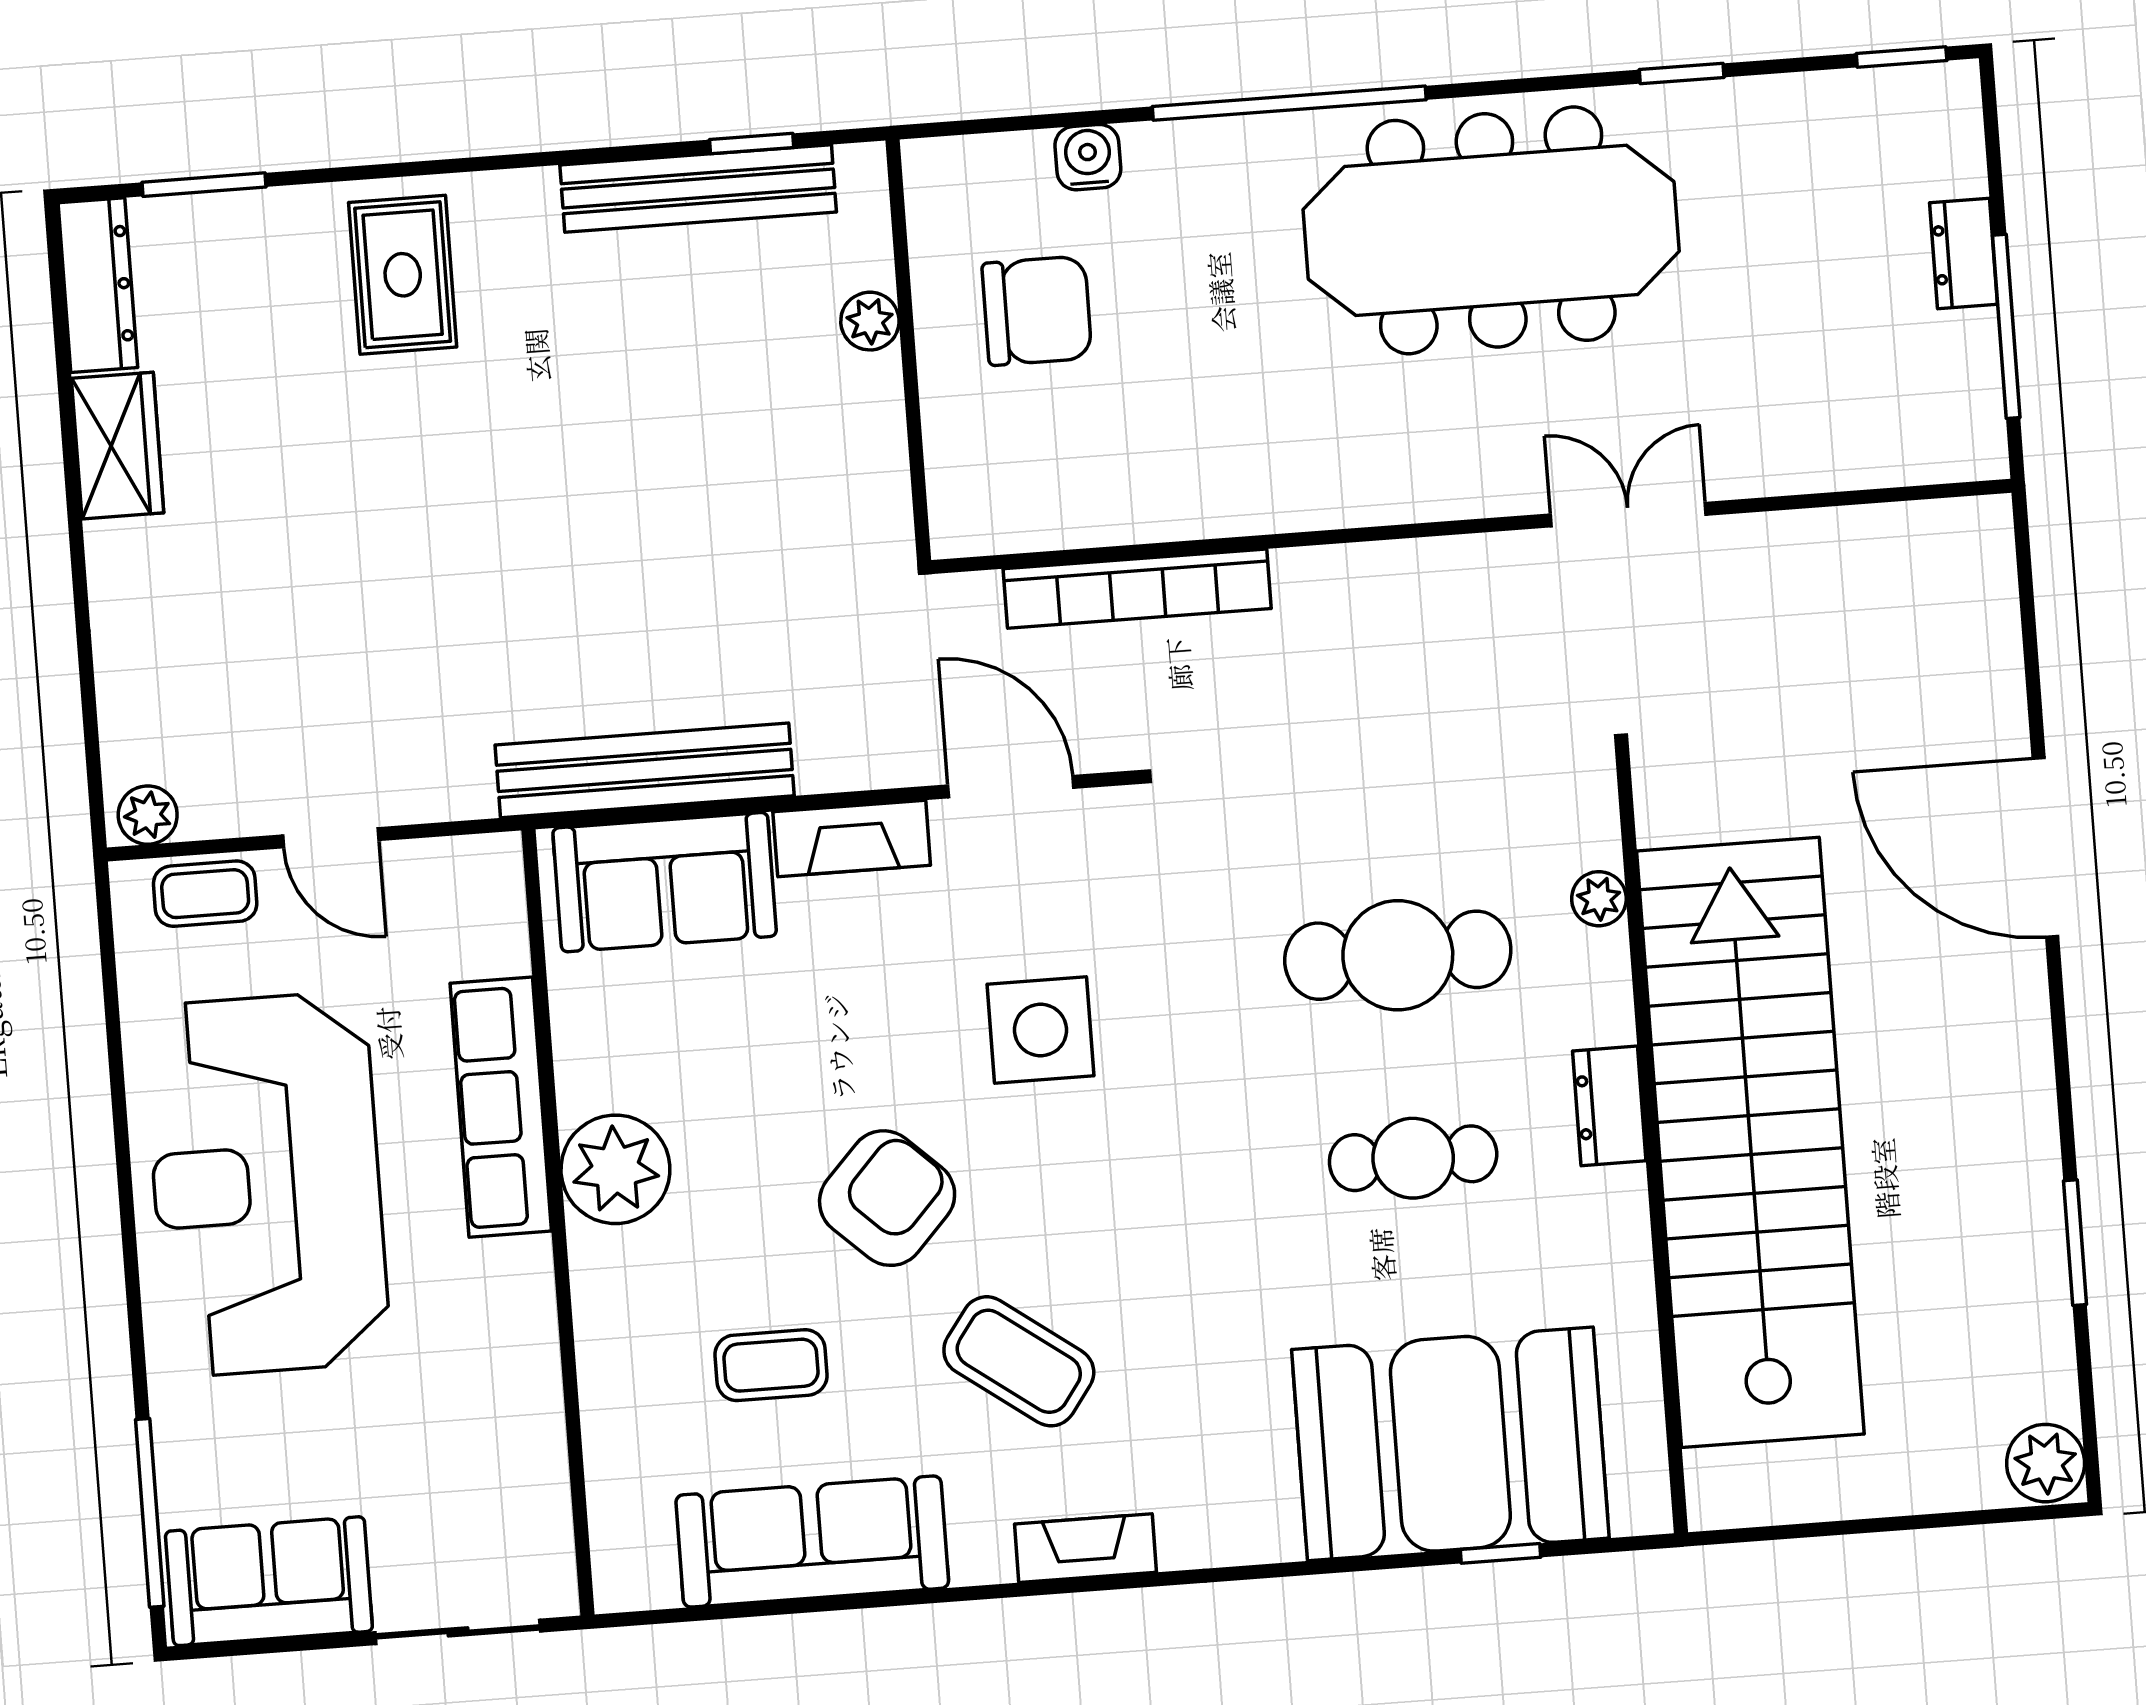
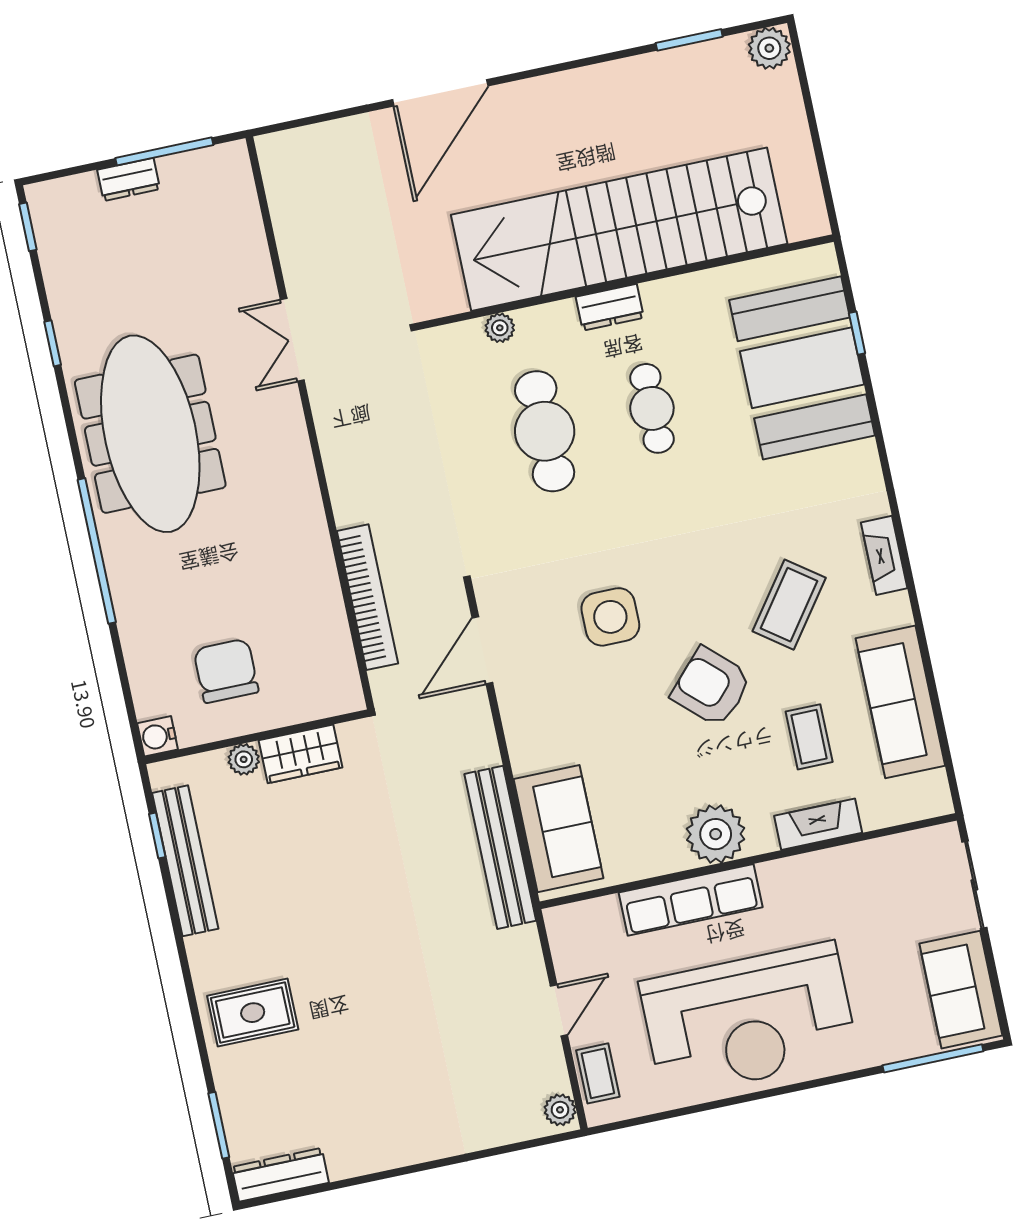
water cooler: (1088, 157) -> (158, 736), moved
wardrobe: (118, 446) -> (301, 754), moved, turned 180
fireplace: (852, 838) -> (818, 824), moved, turned -90
window: (2075, 1243) -> (689, 40), moved

